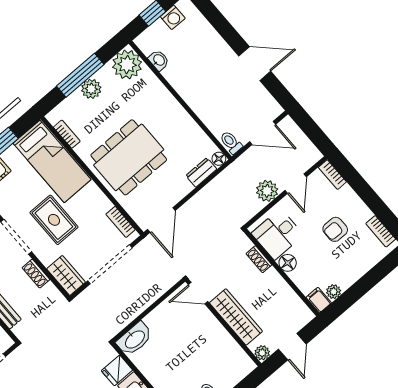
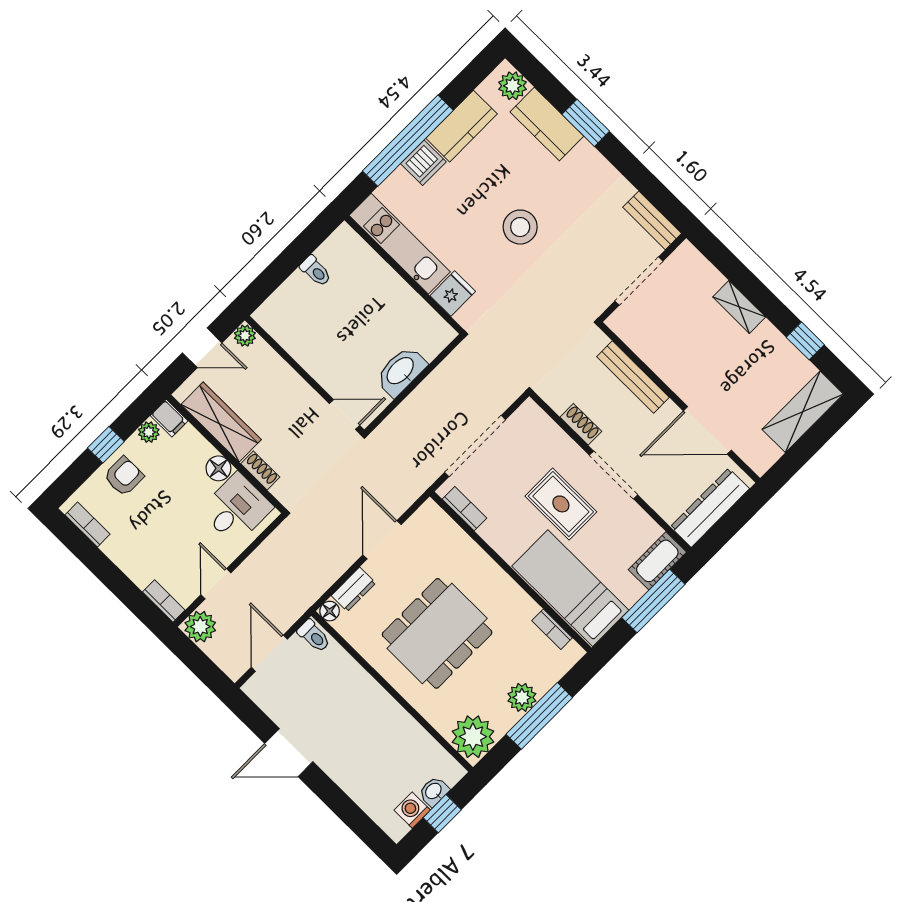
washbasin: (159, 60) -> (434, 791), moved, turned 90
door: (263, 133) -> (269, 653), hinge flipped
dining table: (129, 157) -> (437, 633), moved
plant: (267, 191) -> (200, 627), moved
door: (161, 220) -> (382, 540), moved
armchair: (335, 229) -> (124, 476), moved
wardrobe: (66, 275) -> (537, 425), removed
window: (364, 285) -> (106, 445), added
wardrobe: (236, 317) -> (221, 422), moved, turned 180
washbasin: (135, 339) -> (401, 371), moved
door: (292, 347) -> (202, 348), swing flipped

